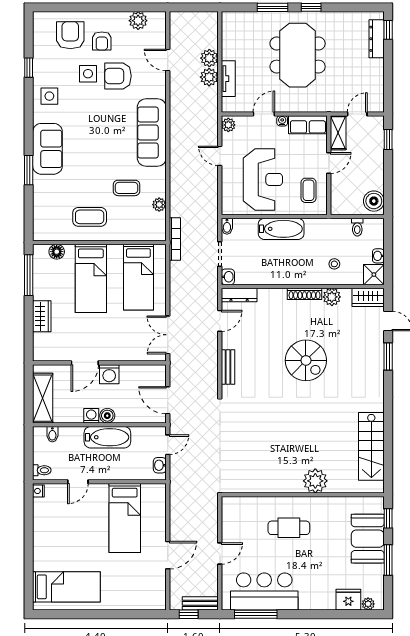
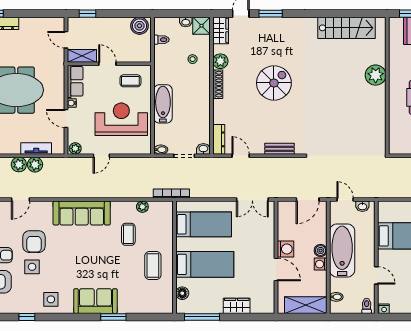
bathtub: (107, 437) -> (342, 250), width x1.36, depth x1.36

